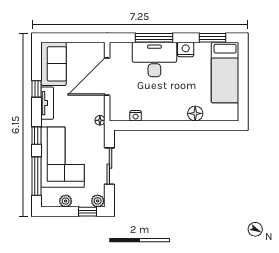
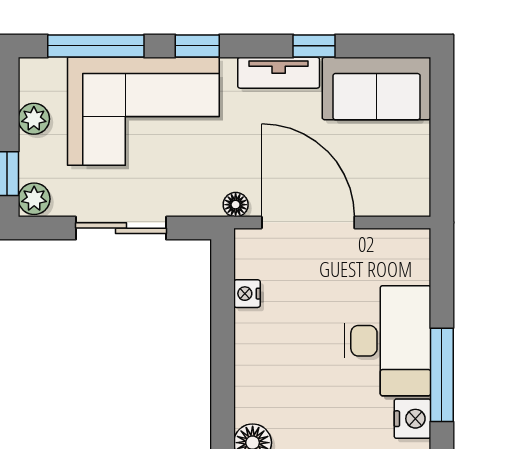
window: (154, 38) -> (442, 375), moved
door: (107, 77) -> (308, 223), moved

